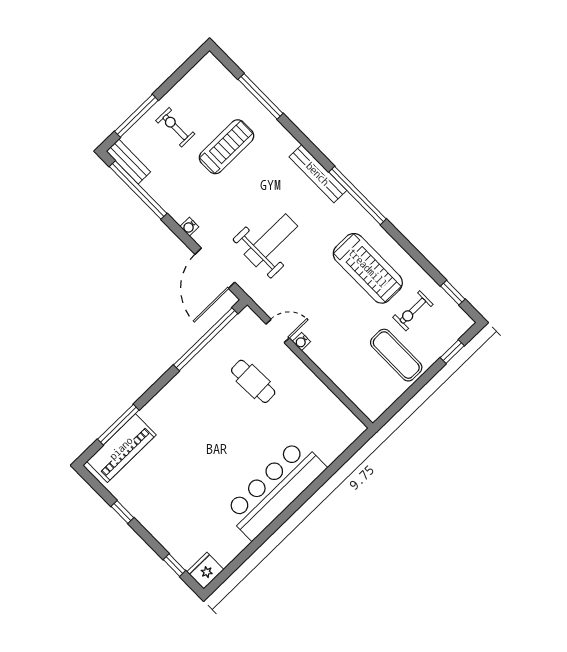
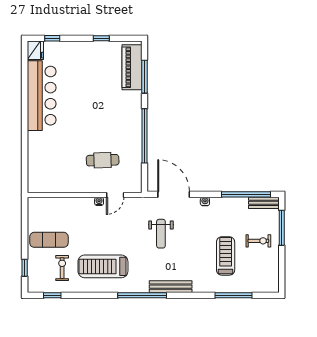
treadmill: (226, 147) -> (226, 256), turned 180
weight bench: (271, 240) -> (161, 234), width x0.73, depth x0.75
window: (206, 339) -> (144, 136), moved
bar counter: (275, 489) -> (42, 96), moved

